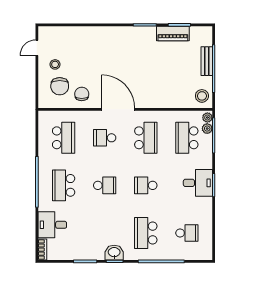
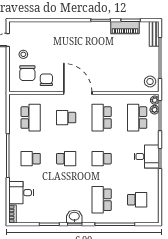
bench: (207, 61) -> (154, 34), moved
school desk: (146, 138) -> (102, 118), turned 180
school desk: (64, 185) -> (31, 159), width x0.54

